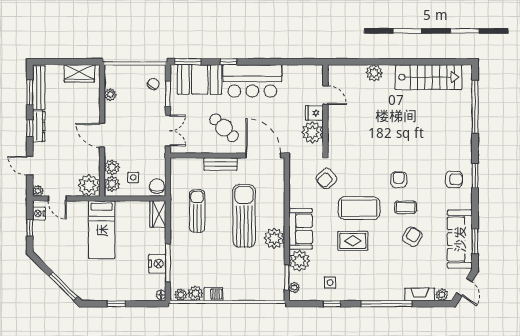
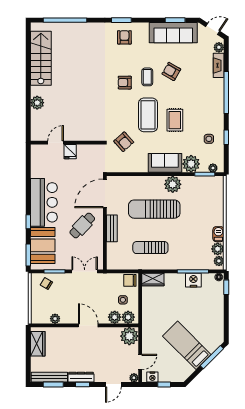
plant: (312, 132) -> (86, 153), removed
door: (102, 135) -> (88, 325), swing flipped
bed: (102, 230) -> (187, 345), moved, turned -135
window: (116, 304) -> (226, 287), moved

